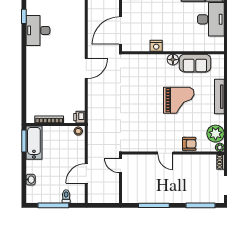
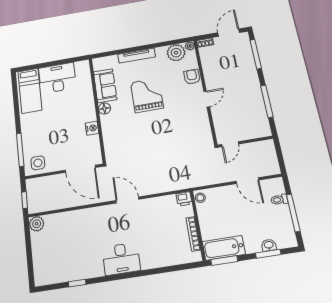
desk: (38, 30) -> (121, 259), moved
window: (24, 178) -> (268, 254), added

